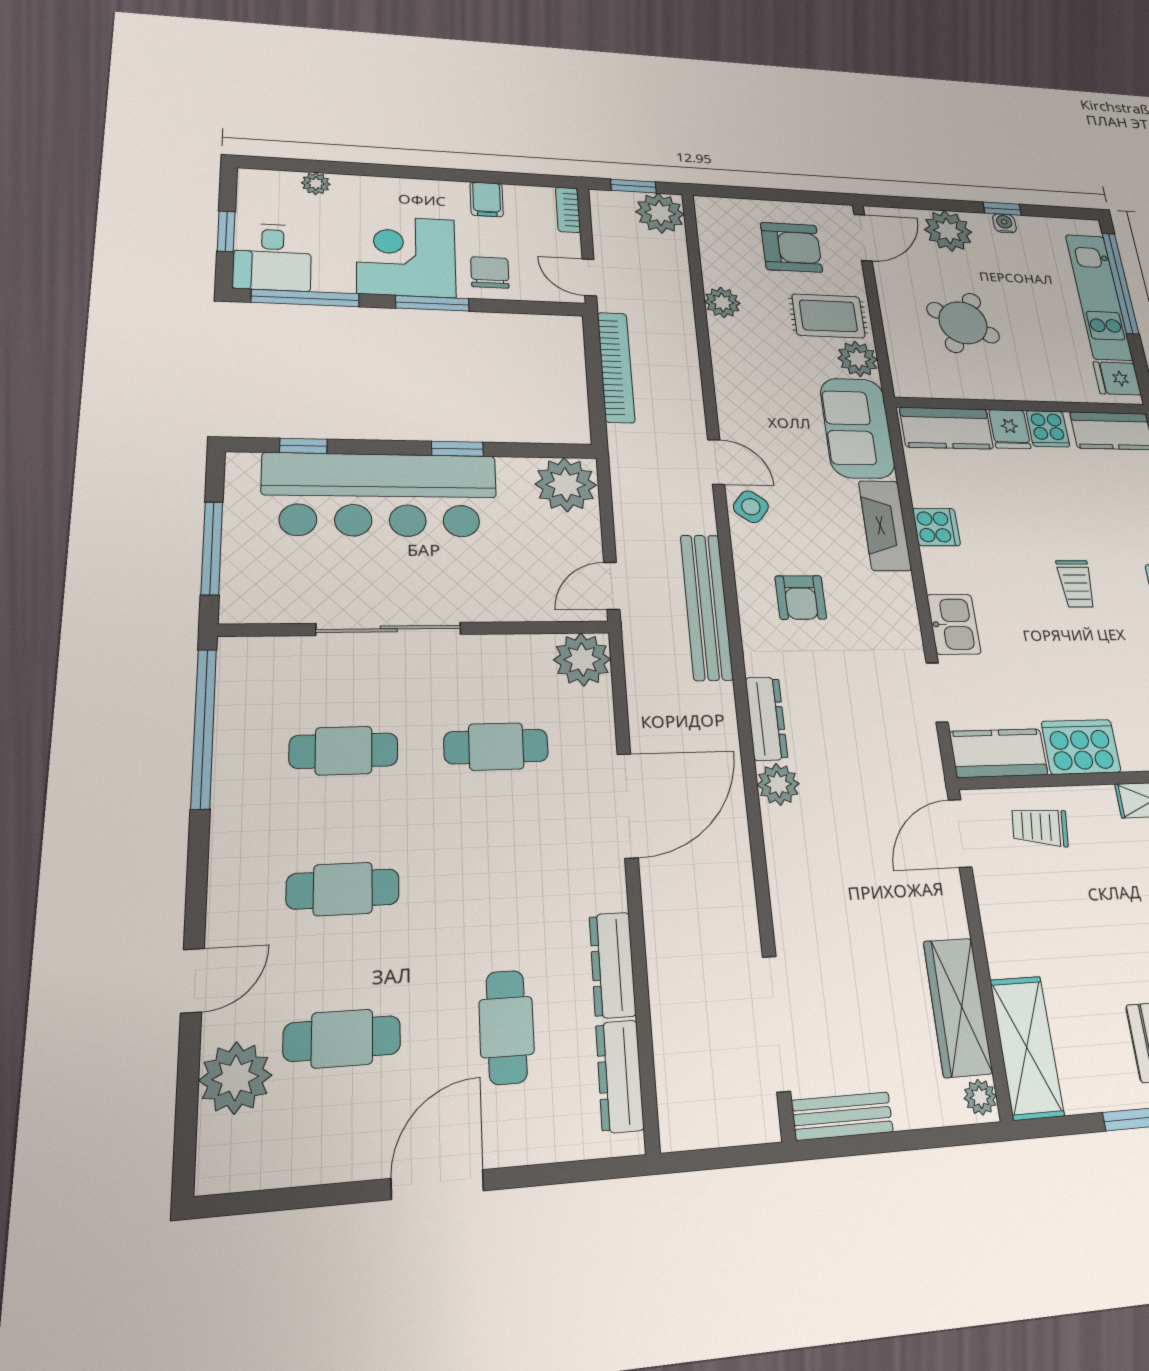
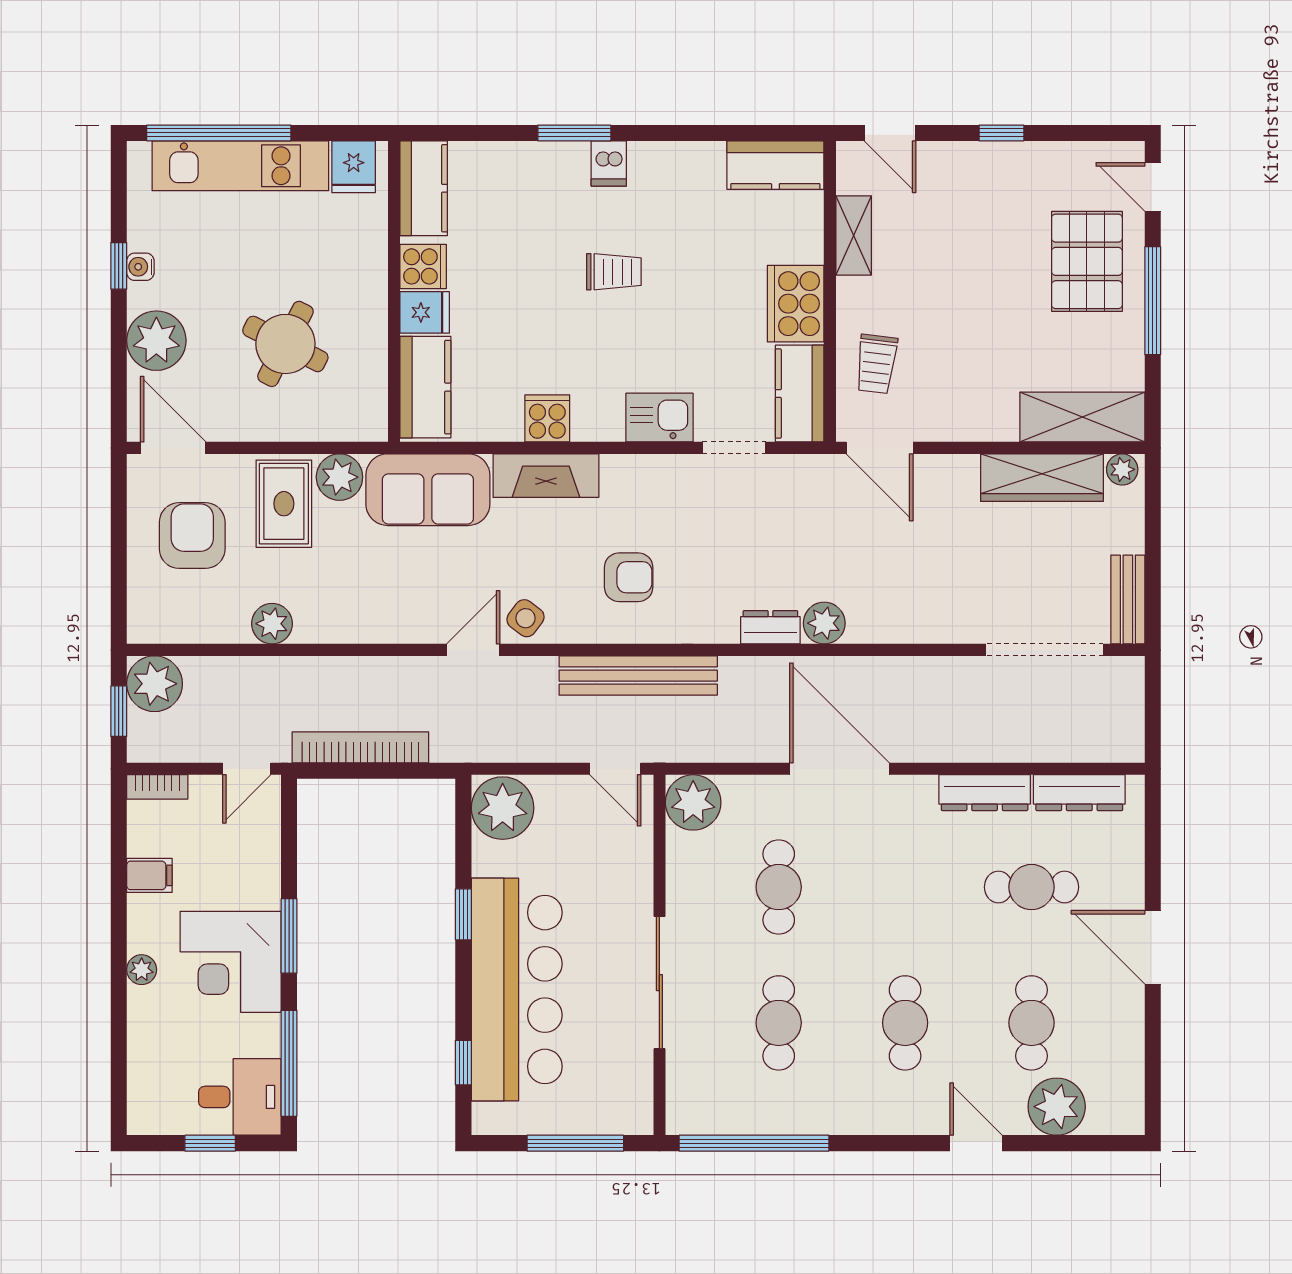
plant: (316, 184) -> (142, 970), moved
chair: (490, 272) -> (246, 875), removed
dresser: (766, 718) -> (770, 627), width x0.70

